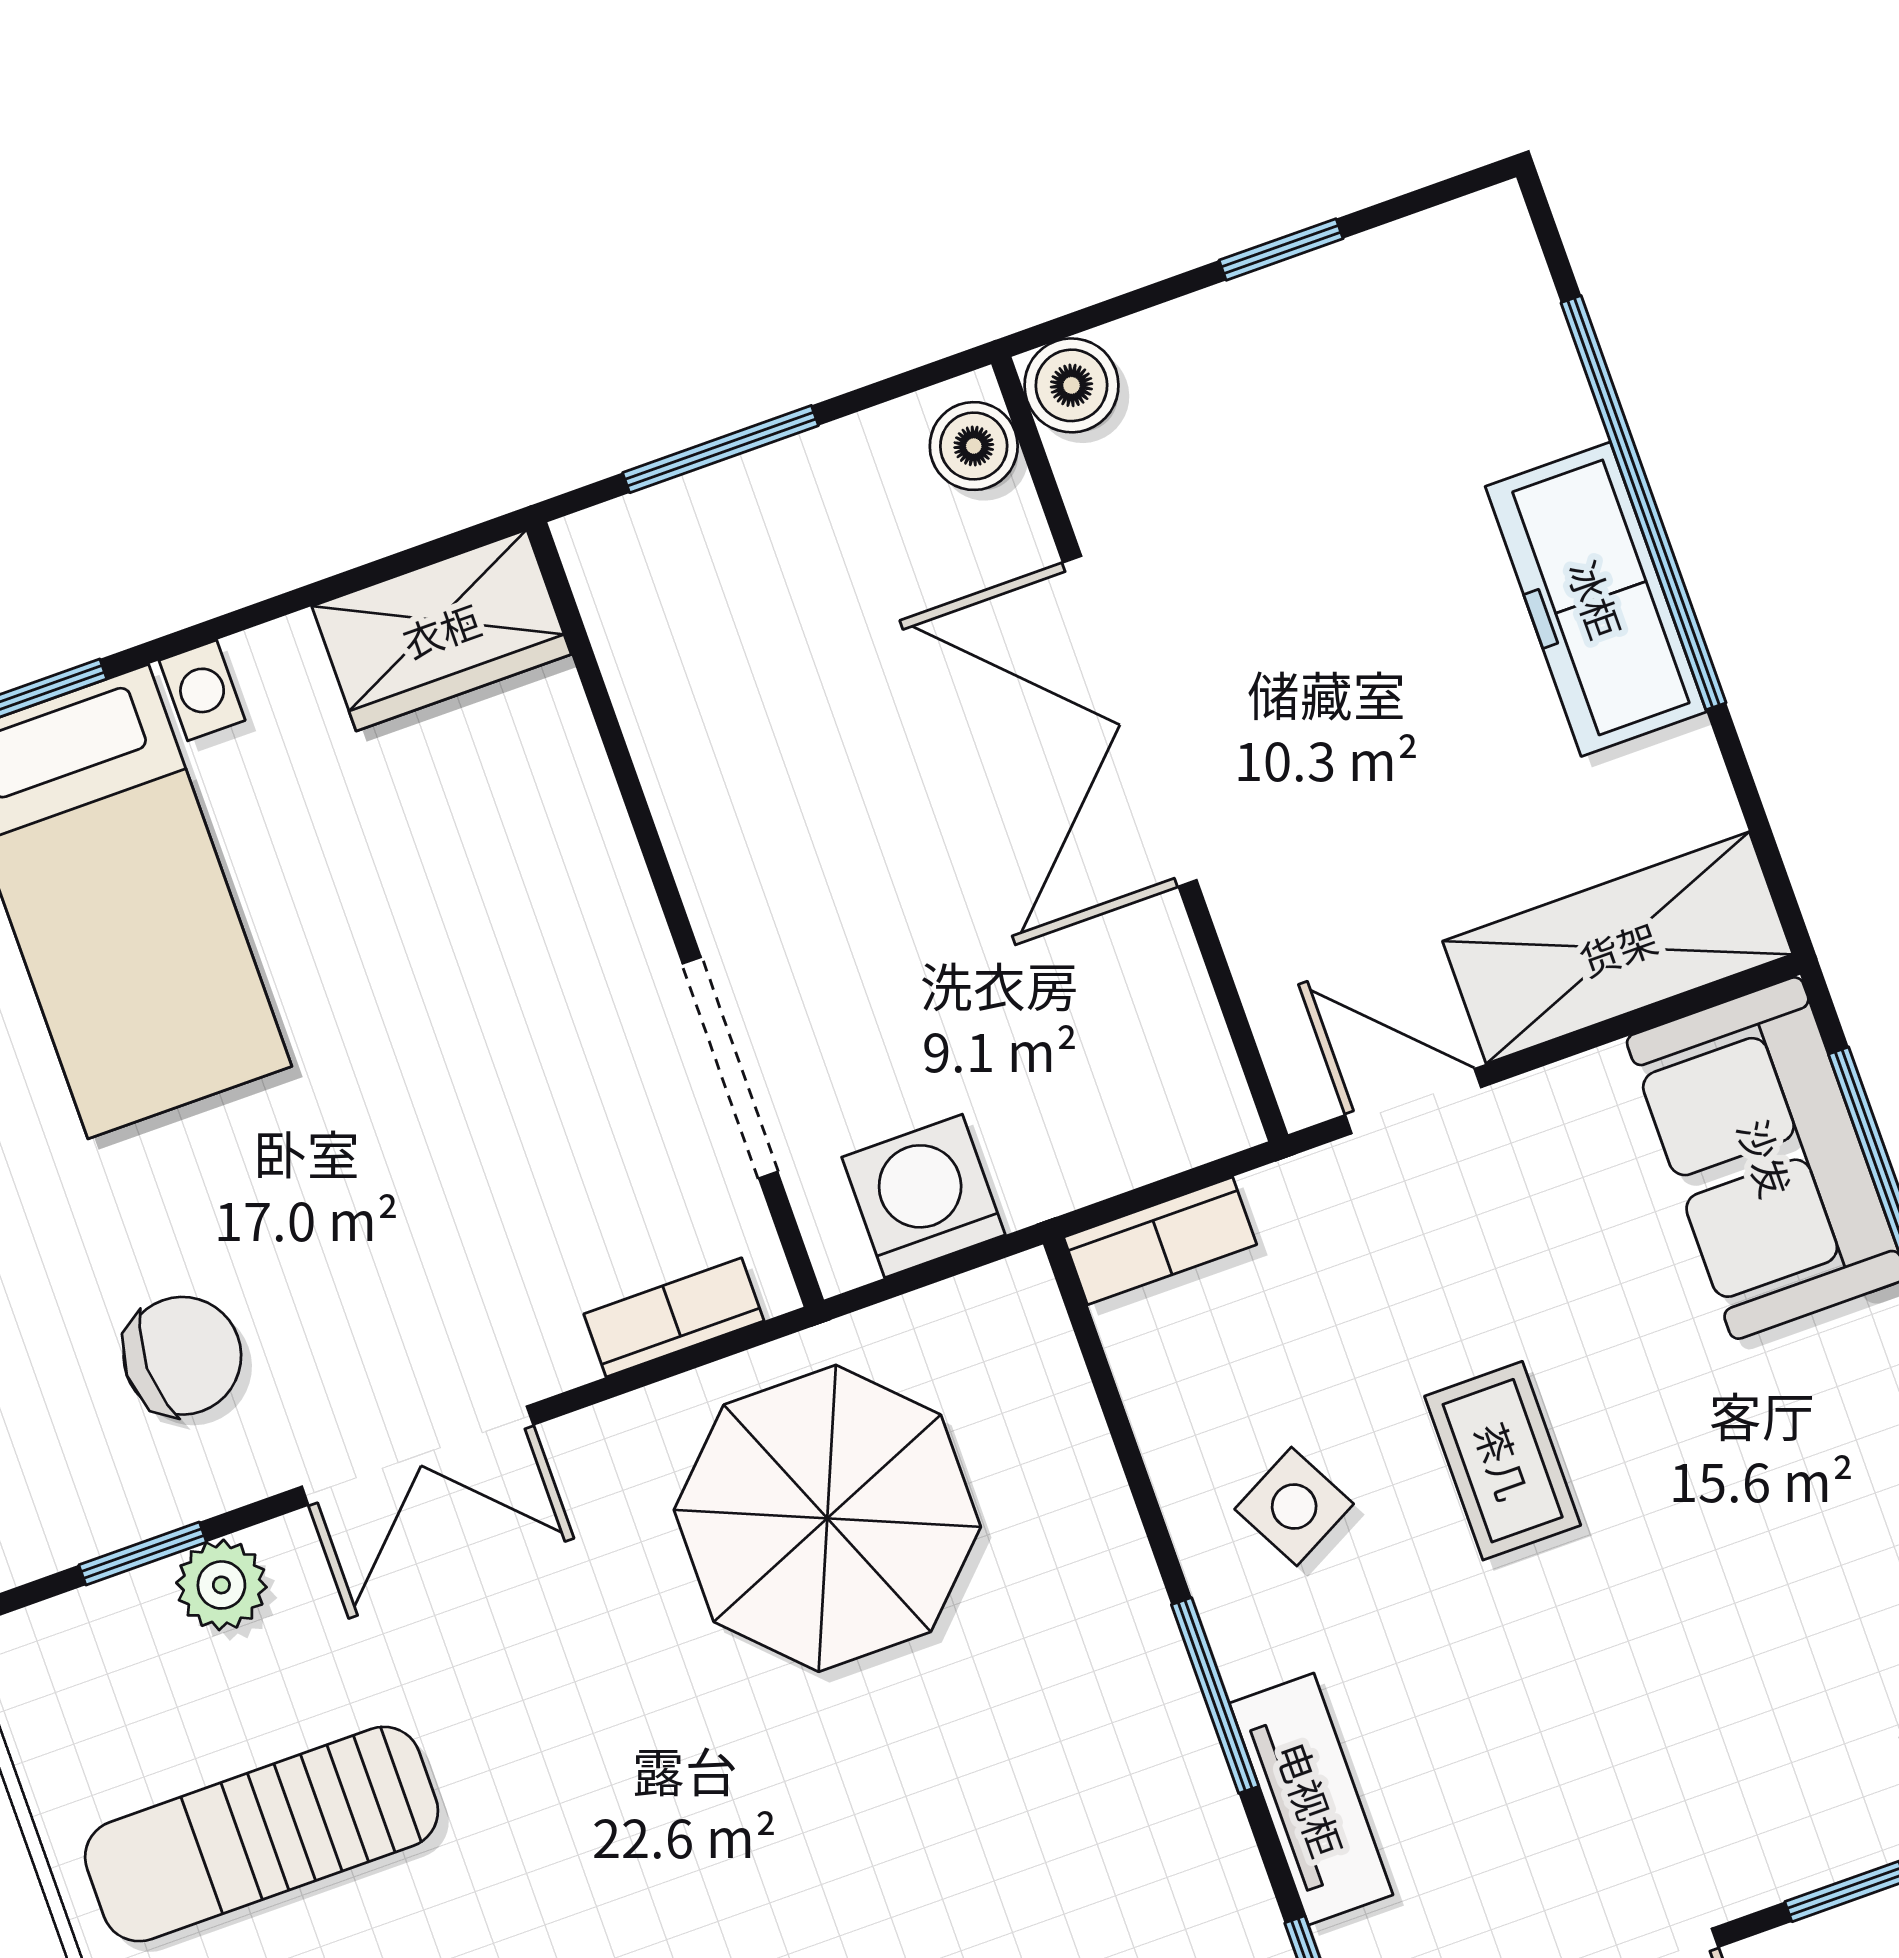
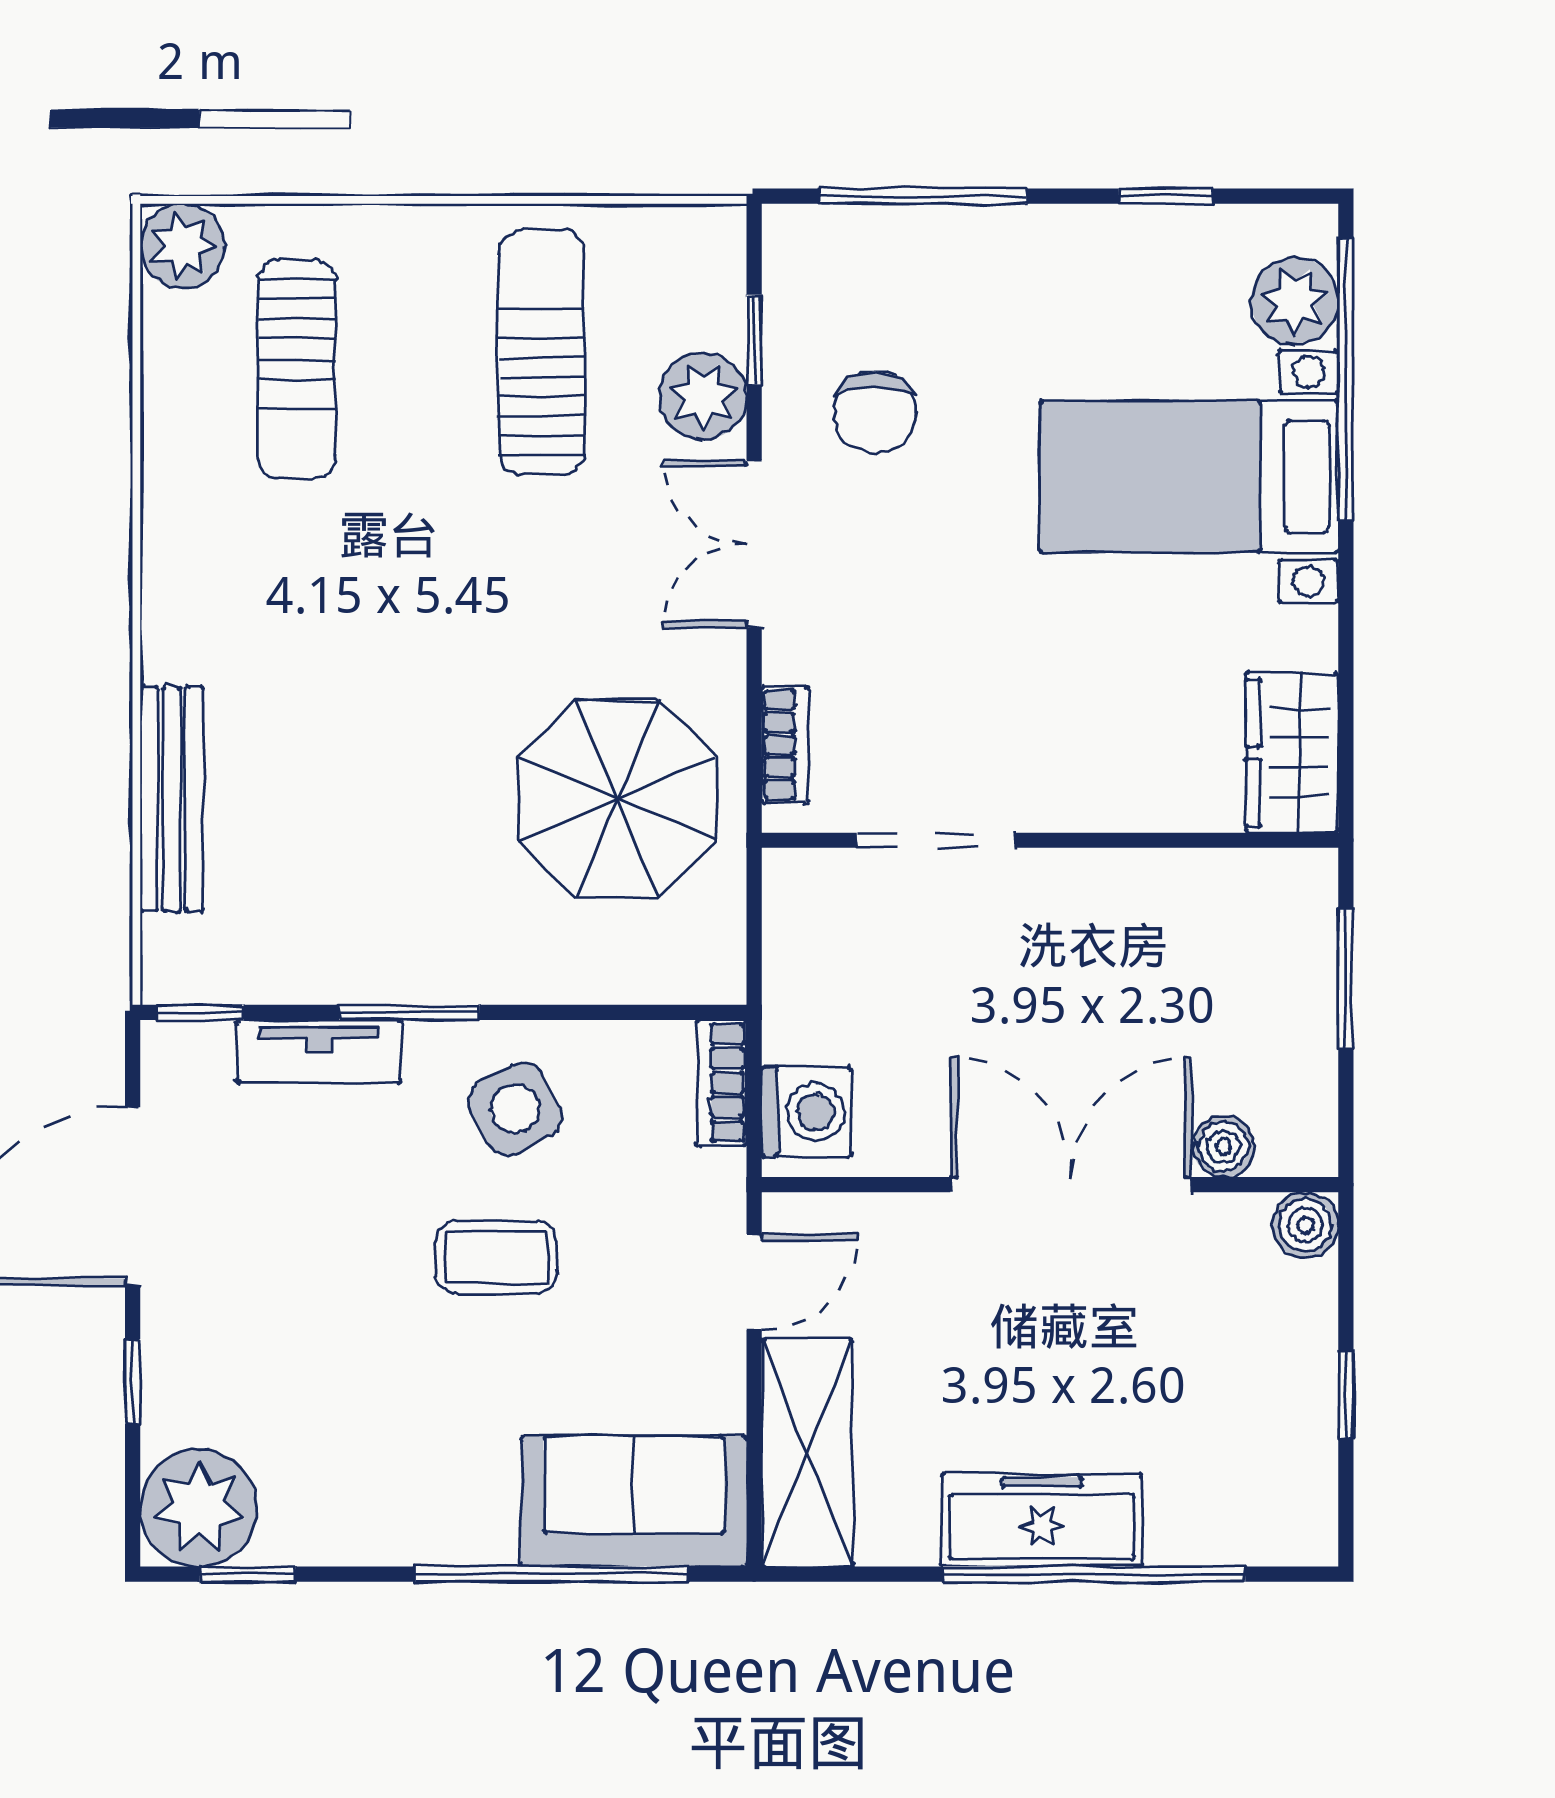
boiler: (974, 446) -> (1224, 1146), moved
washing machine: (924, 1196) -> (806, 1112), moved
side table: (1294, 1507) -> (515, 1109), width x1.37, depth x1.37
plant: (221, 1585) -> (703, 396), width x1.38, depth x1.38

